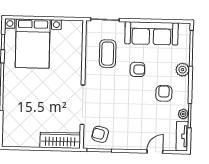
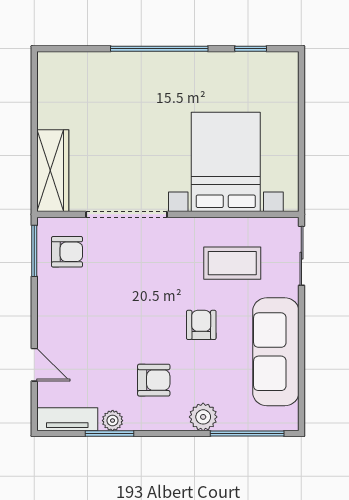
bed with nightstands: (33, 44) -> (226, 162), moved, turned 90
armchair: (137, 69) -> (201, 325), turned 180
armchair: (100, 134) -> (67, 252), turned 76

